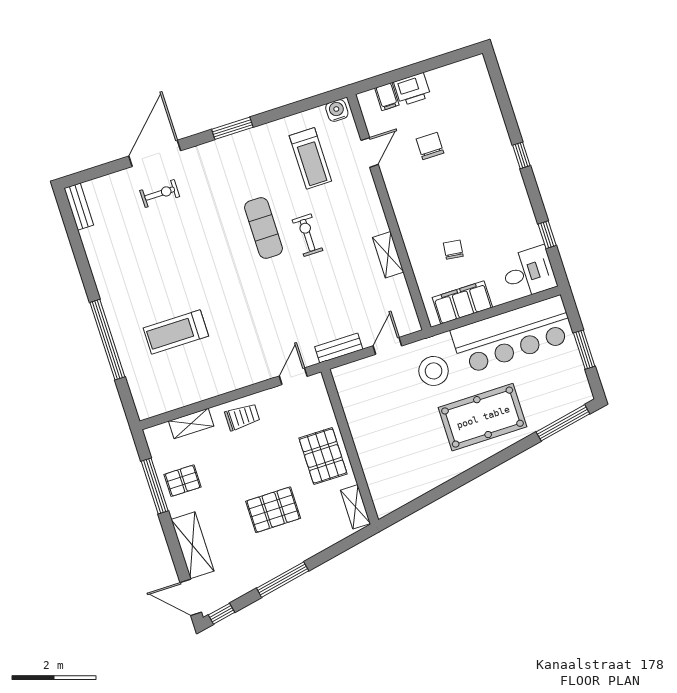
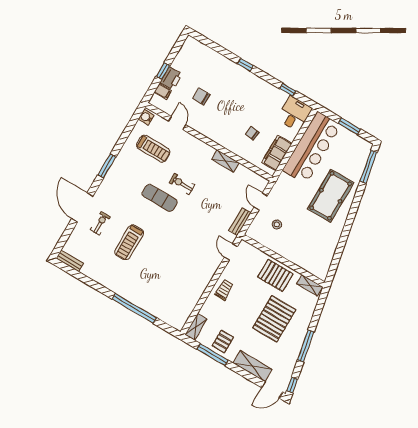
window: (410, 71) -> (163, 71), added
treadmill: (176, 332) -> (129, 242), moved
stool: (434, 371) -> (277, 224), moved, width x0.53, depth x0.53
shelving: (191, 424) -> (196, 327), moved
pallet: (273, 510) -> (274, 319), width x1.37, depth x1.41

